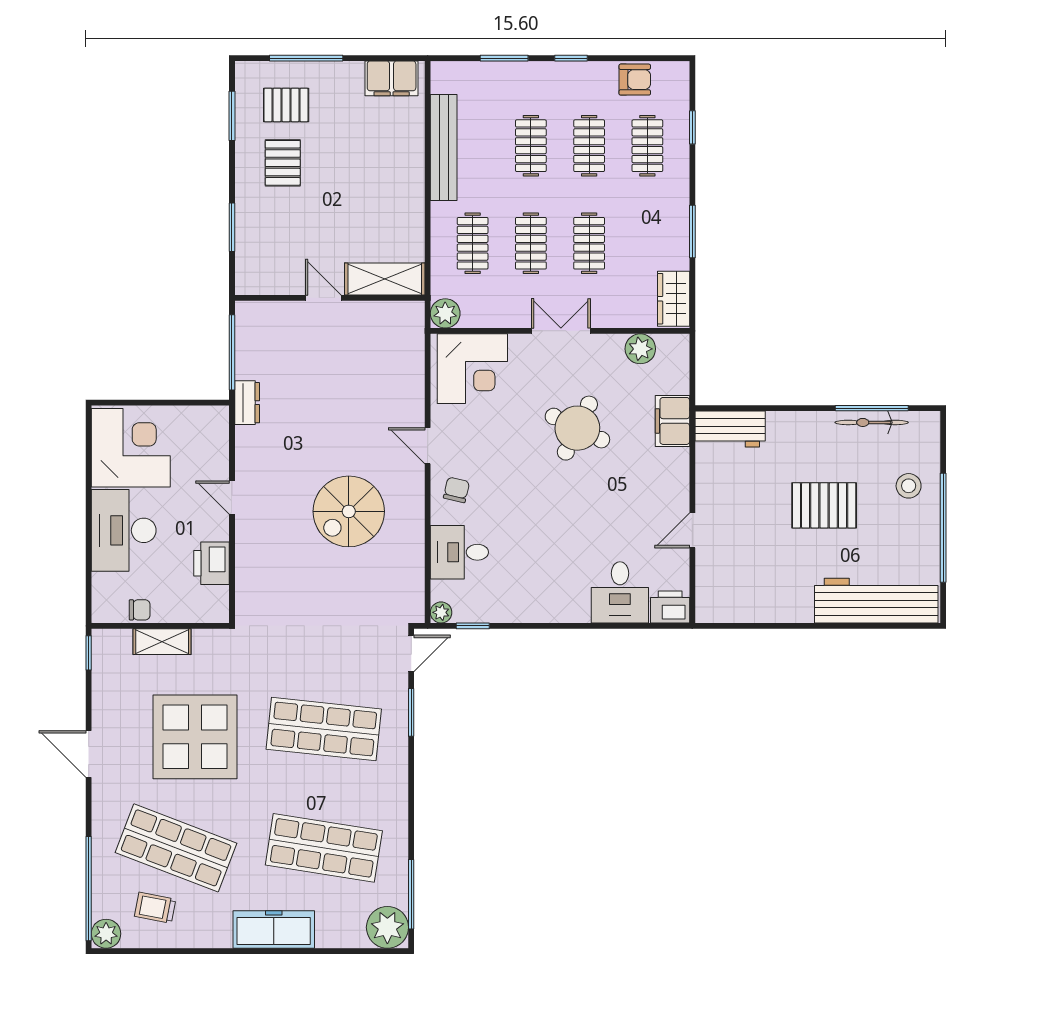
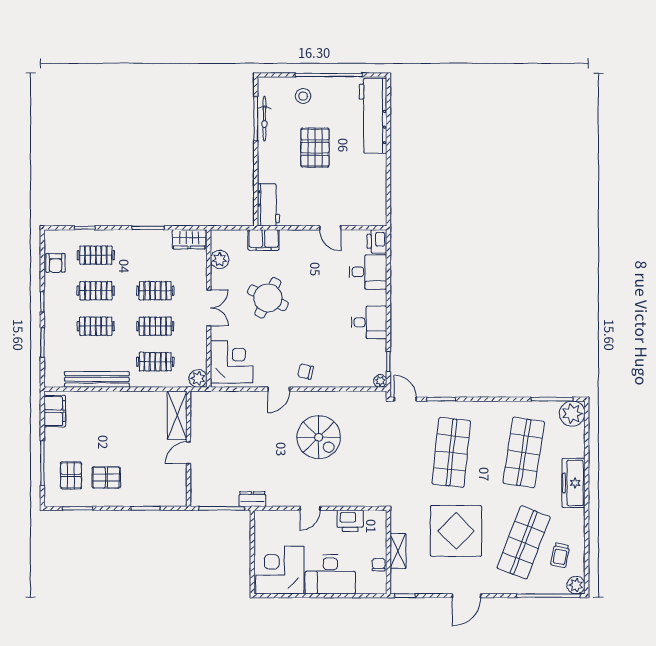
armchair: (635, 80) -> (56, 263), turned 180
double door: (561, 331) -> (209, 308), swing flipped
desk: (459, 552) -> (369, 322), moved, turned -90

